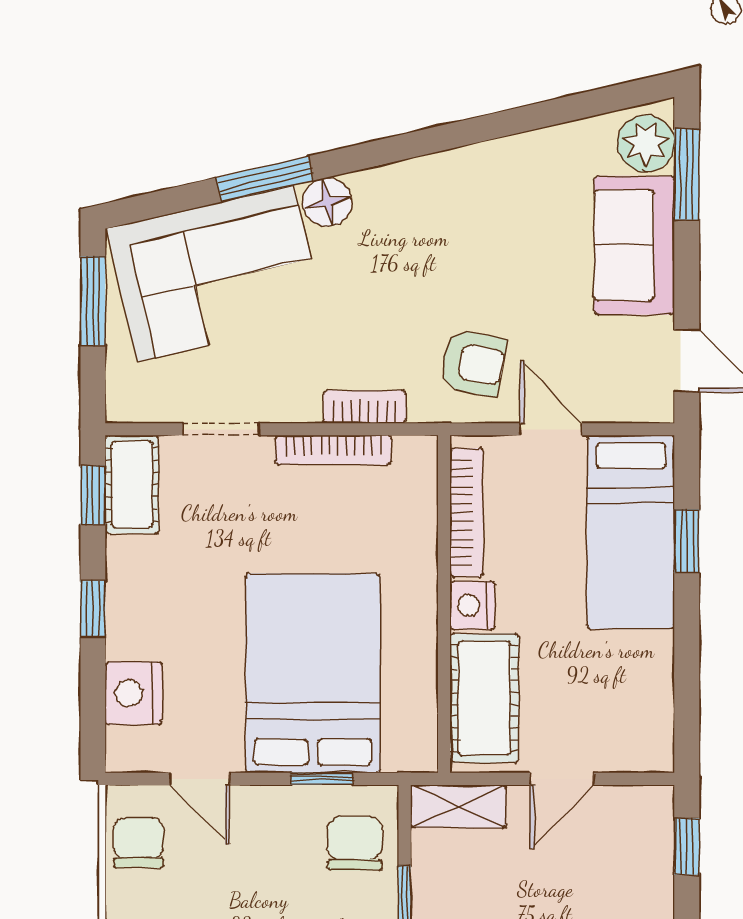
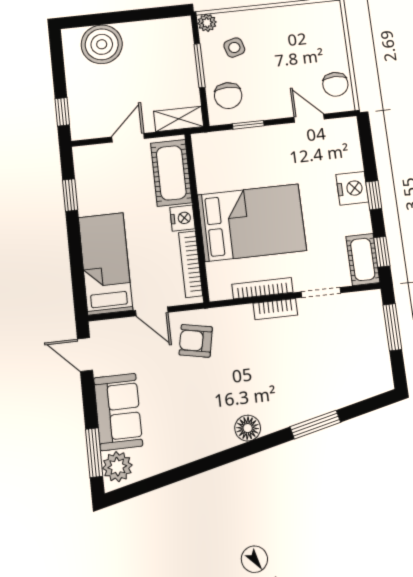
floor lamp: (327, 202) -> (248, 428), moved
corner sofa: (216, 274) -> (334, 372), removed
window: (93, 301) -> (392, 327), moved
bookcase: (365, 407) -> (275, 309), moved
window: (687, 541) -> (70, 195), moved
bed: (313, 673) -> (252, 223), moved, turned -90
nightstand: (133, 693) -> (352, 188), moved

